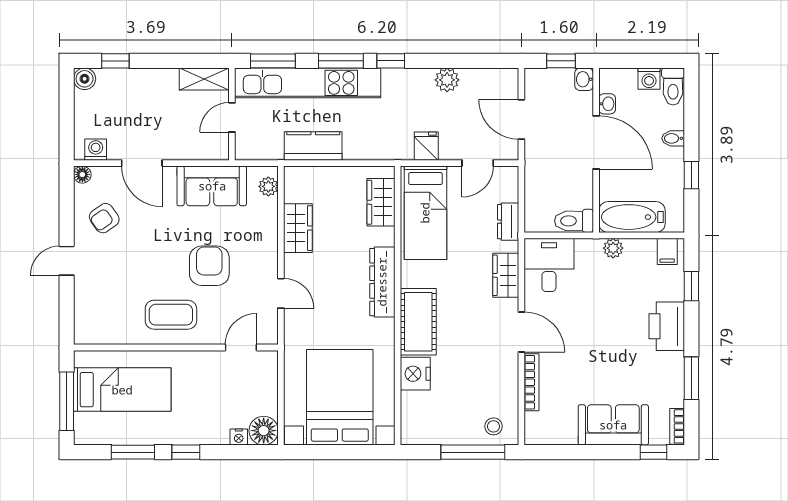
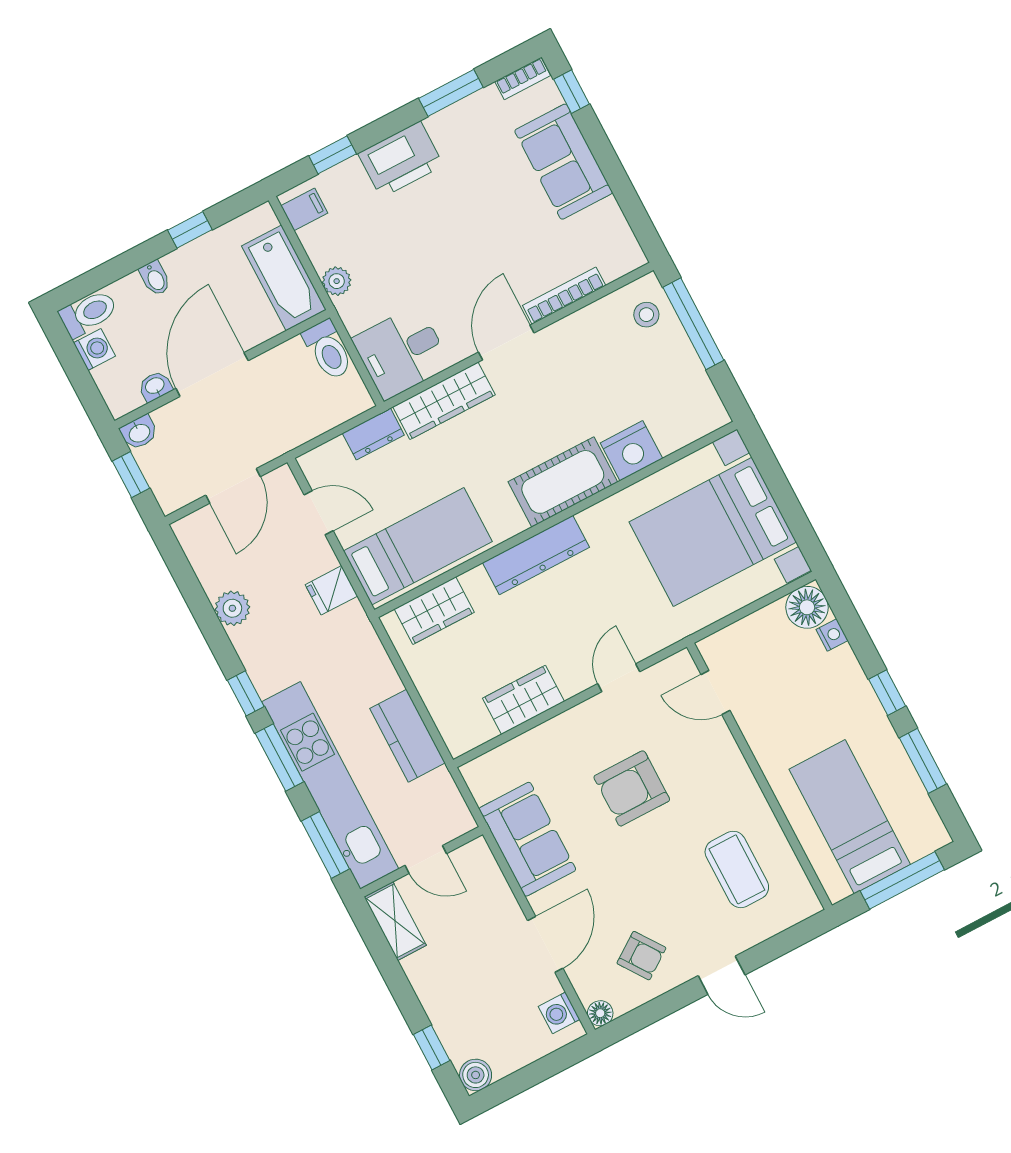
plant: (268, 186) -> (490, 766), removed
wardrobe: (506, 275) -> (444, 401), width x1.50
coffee table: (171, 315) -> (737, 869), moved

